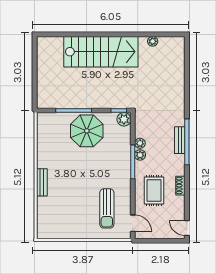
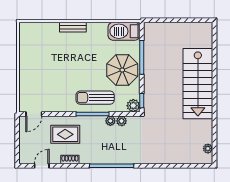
plant: (153, 41) -> (208, 149), moved
barbecue: (46, 129) -> (124, 31), added
bench: (180, 140) -> (113, 159), removed
plant: (140, 155) -> (122, 121), moved
sun lounger: (107, 208) -> (95, 98), moved
door: (187, 228) -> (42, 166), moved

